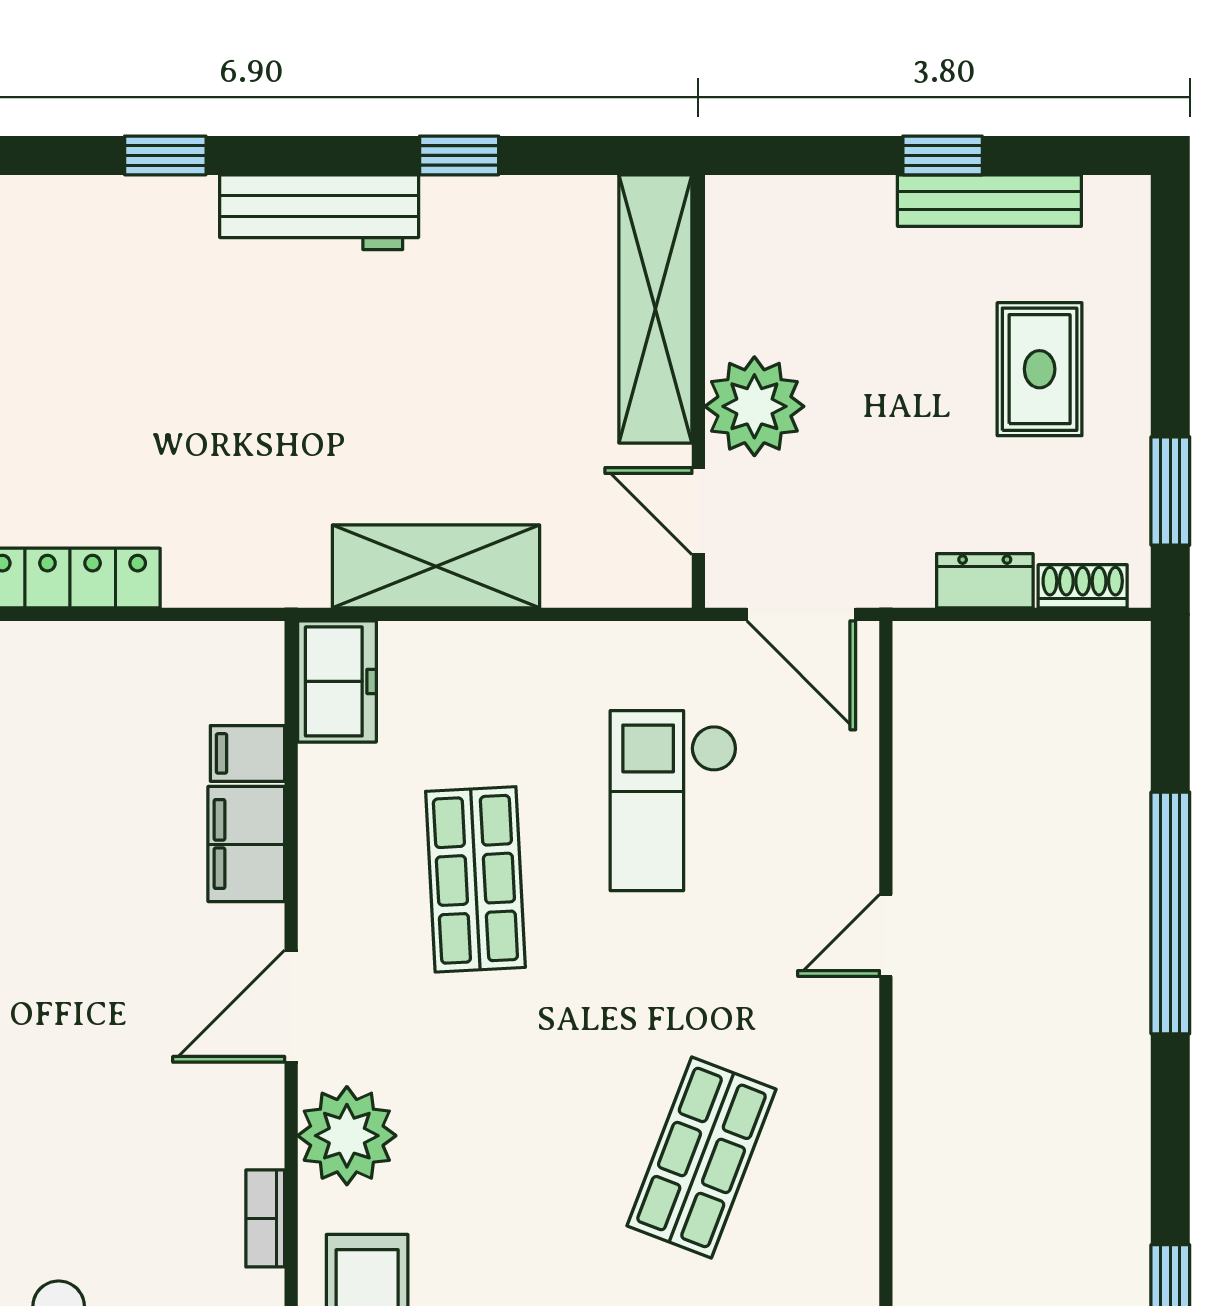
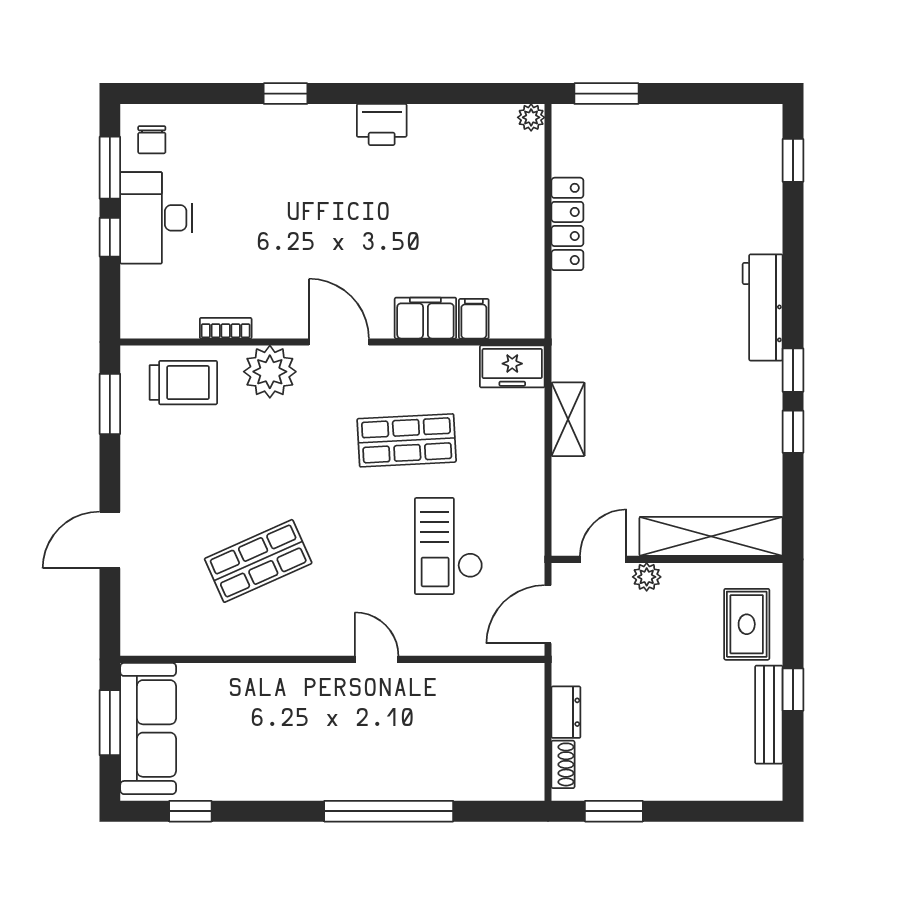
window: (165, 155) -> (793, 370), moved
workbench: (319, 212) -> (763, 307), moved
rug: (1040, 369) -> (747, 624), moved, turned 90
plant: (754, 406) -> (647, 577), width x0.53, depth x0.53
shelving: (436, 566) -> (568, 419), width x0.67, depth x0.75
checkout: (673, 801) -> (449, 546), turned -90
shop shelf: (702, 1157) -> (258, 561), turned -45

